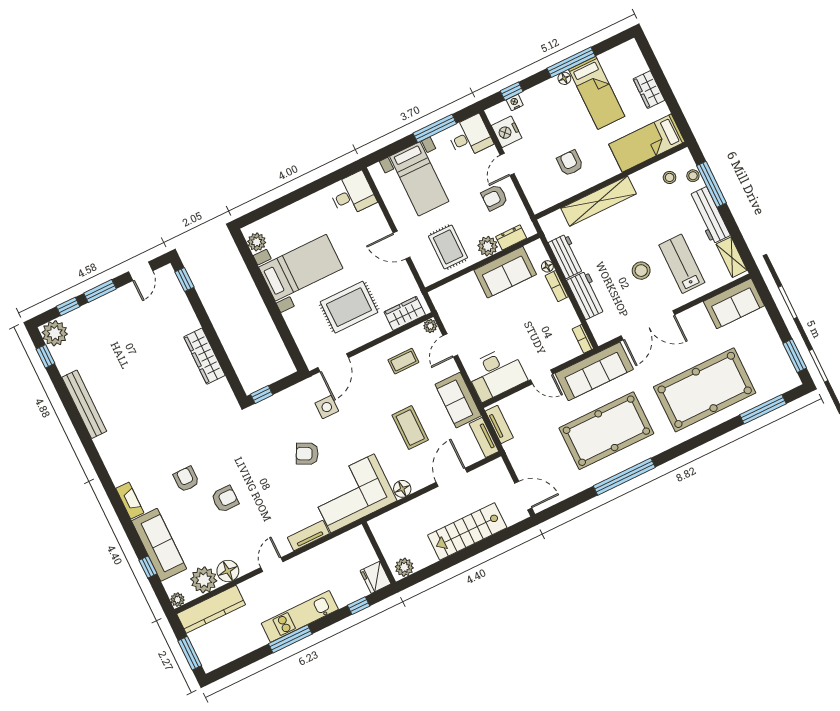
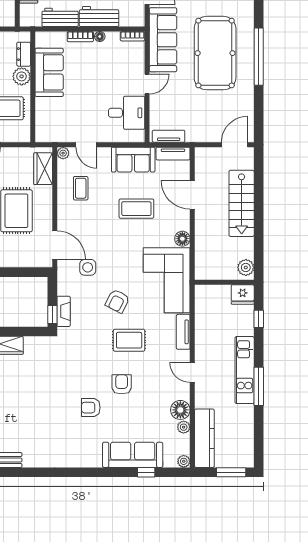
floor lamp: (547, 266) -> (100, 36), moved
desk: (496, 374) -> (127, 113), width x0.73
rug: (273, 485) -> (129, 340), added
fireplace: (130, 501) -> (64, 311), moved, turned 90
plant: (204, 580) -> (184, 427), width x0.53, depth x0.53

